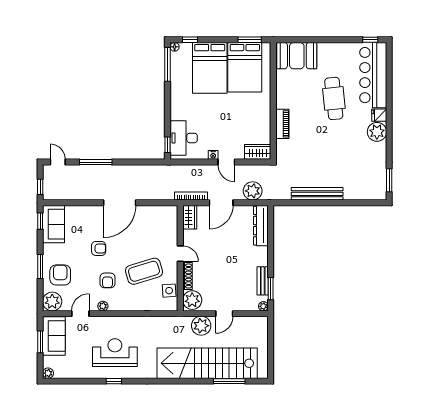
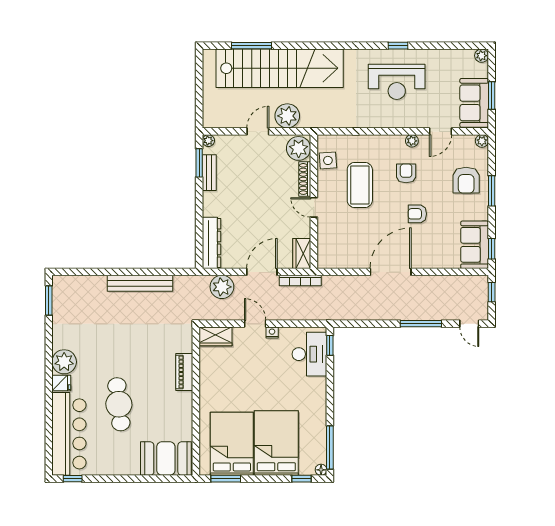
coffee table: (144, 271) -> (360, 185), turned -73
plant: (52, 302) -> (482, 141), width x0.53, depth x0.53

